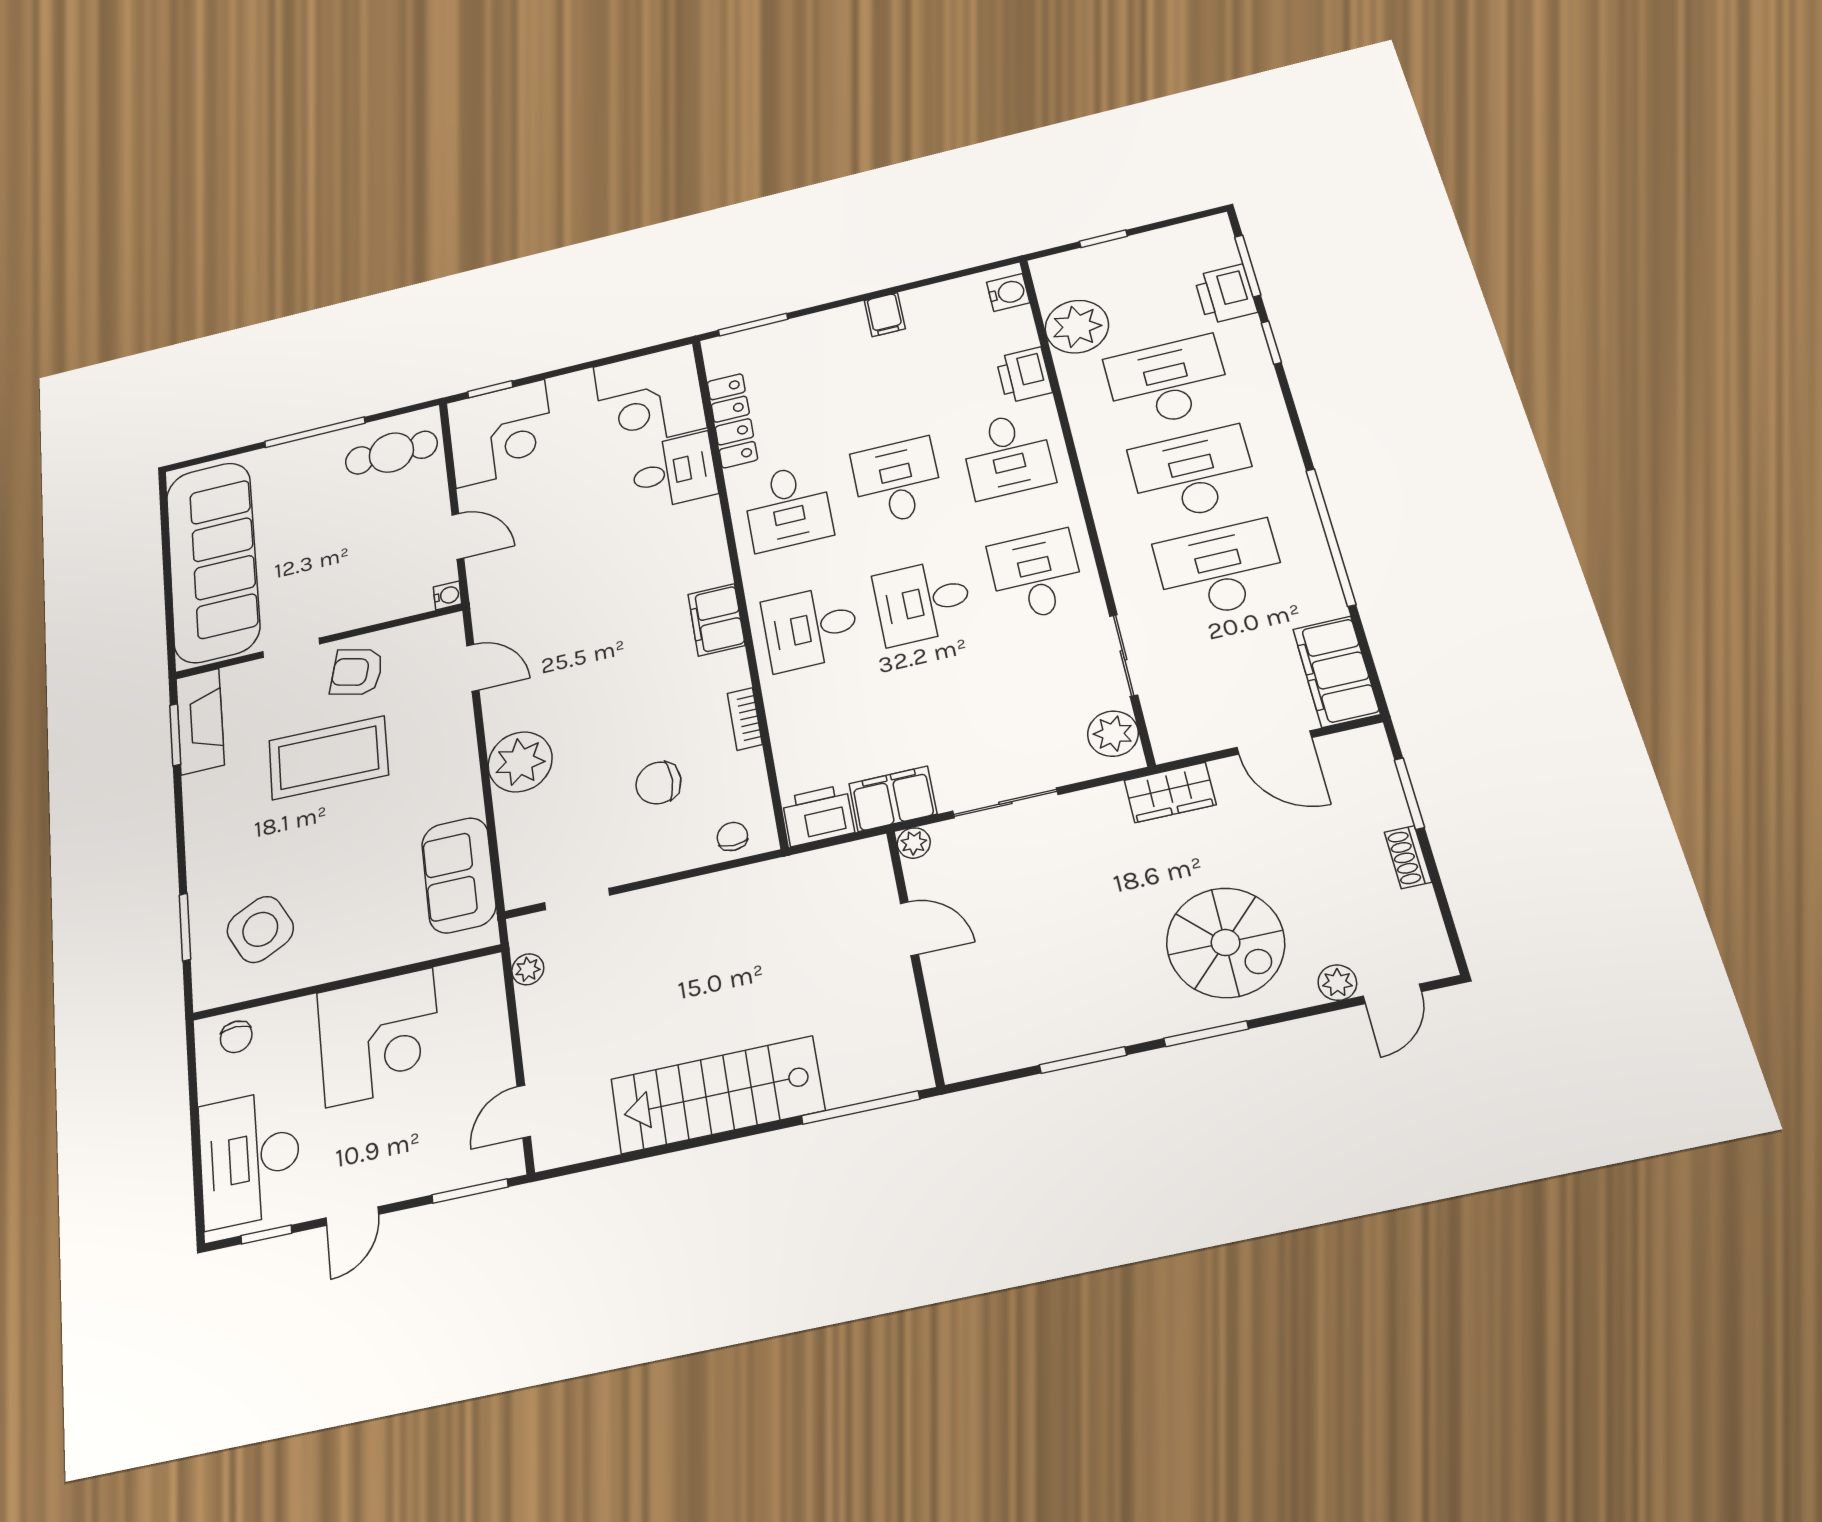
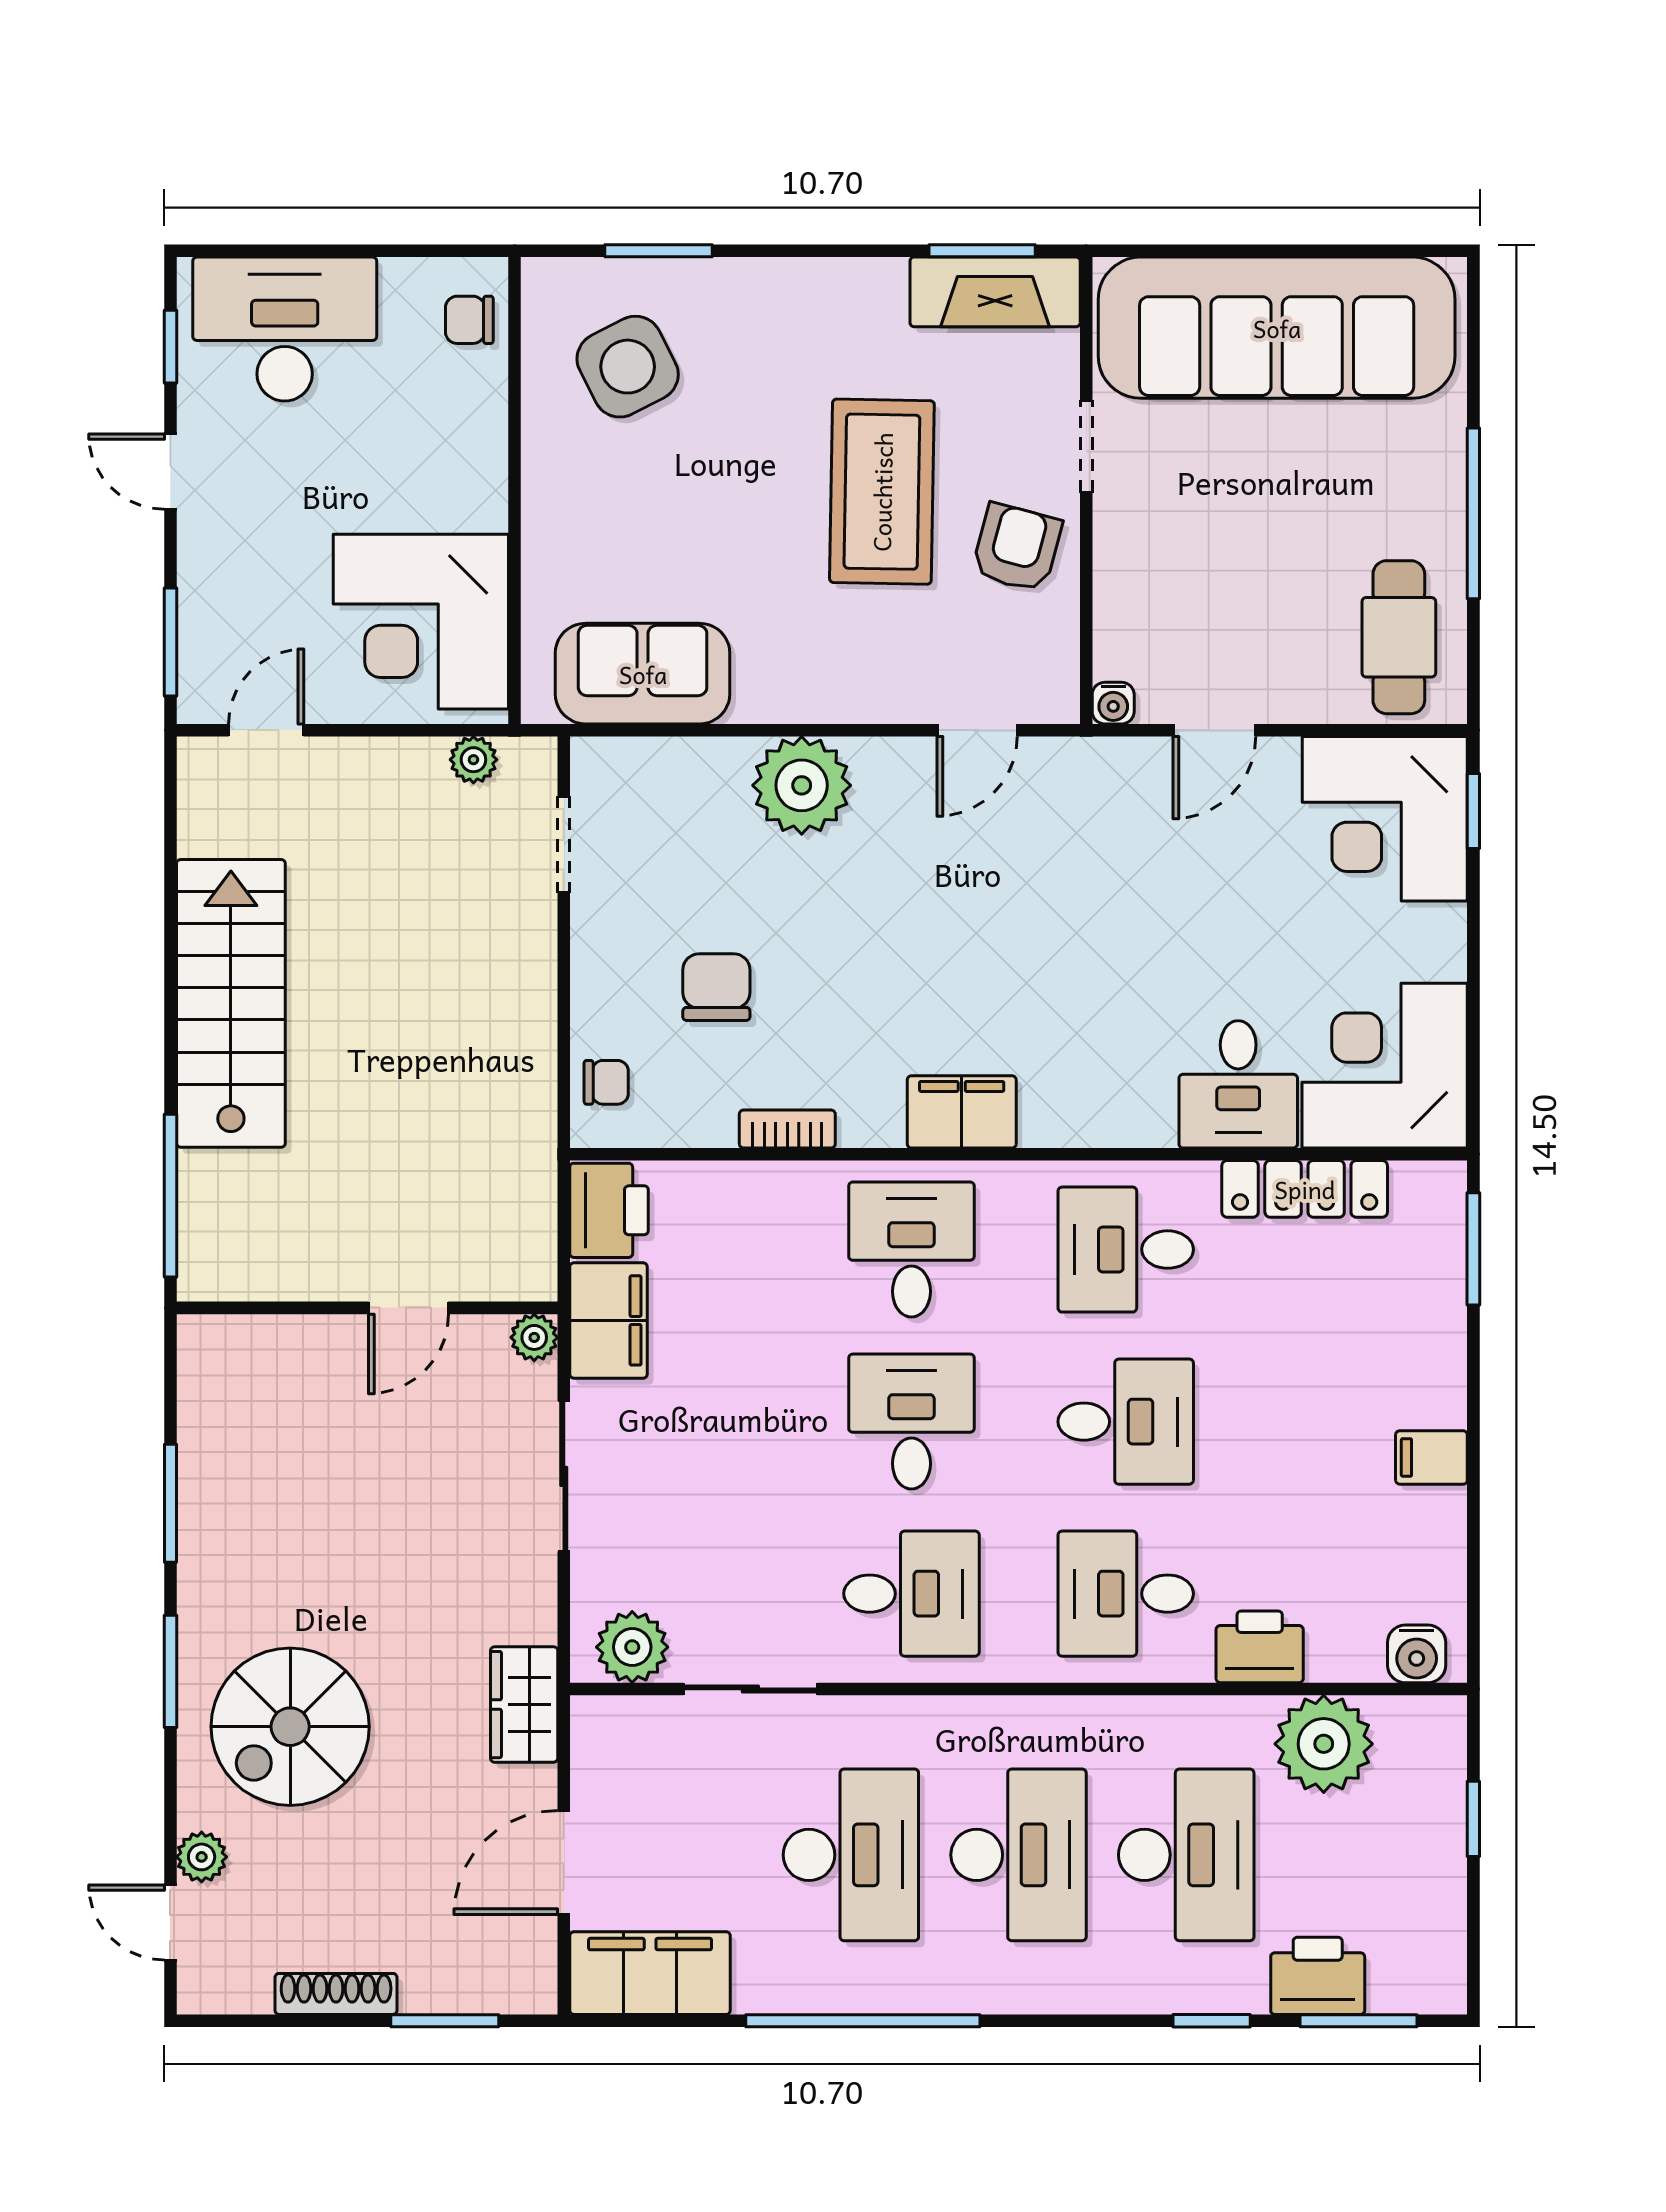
shoe rack: (1408, 857) -> (336, 1994), width x1.43
corner desk: (380, 1037) -> (421, 622), moved
door: (524, 1112) -> (266, 730), hinge flipped

